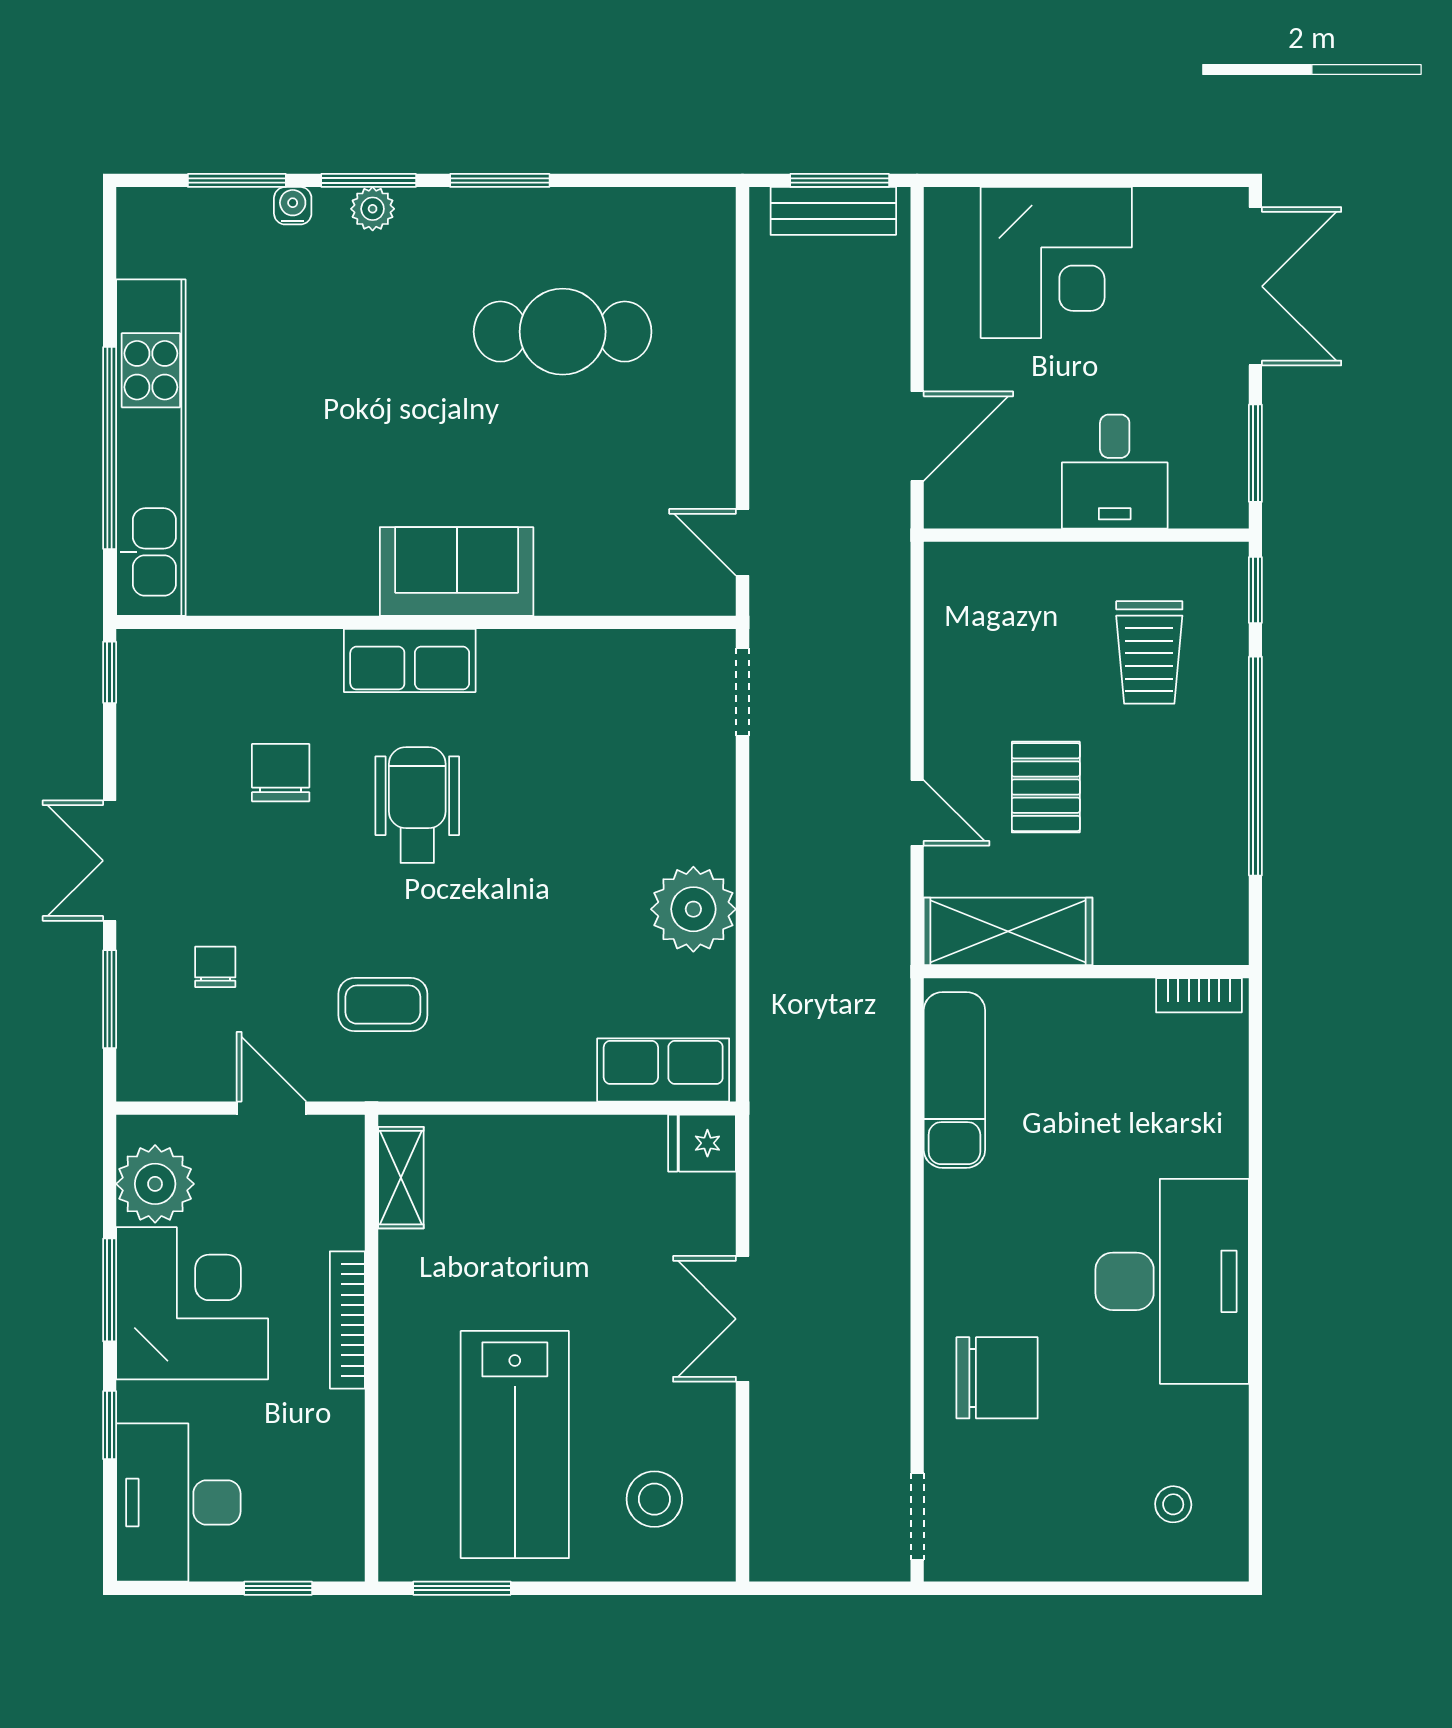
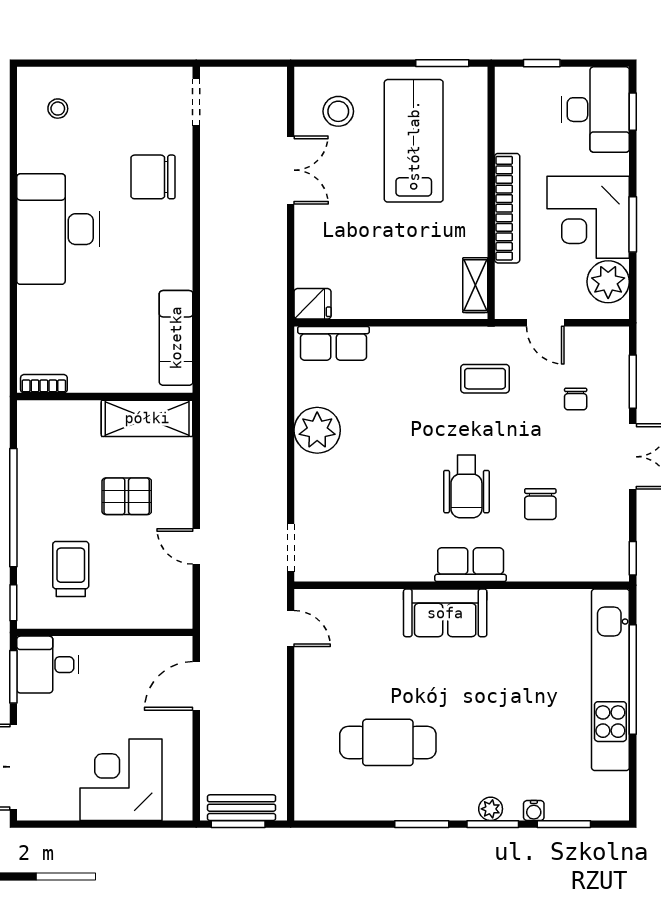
desk: (1115, 472) -> (48, 665), moved, turned -90
pallet: (1046, 787) -> (127, 496), turned 90
door: (917, 813) -> (196, 546), moved
double door: (743, 1319) -> (291, 170), moved
bookcase: (347, 1320) -> (507, 208), width x1.48, depth x1.31
window: (110, 1425) -> (633, 112), moved

